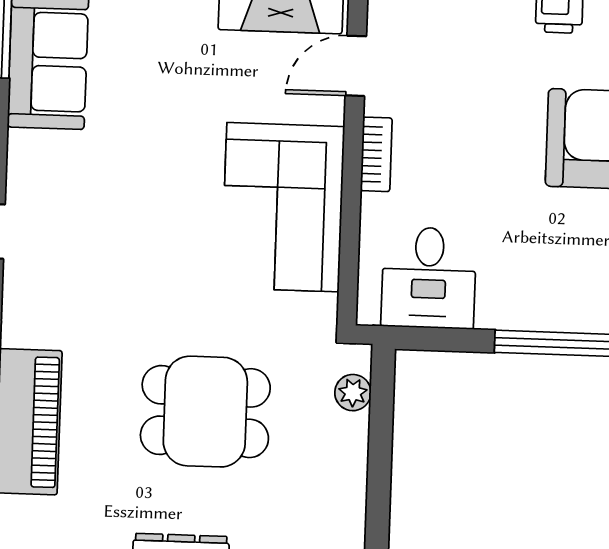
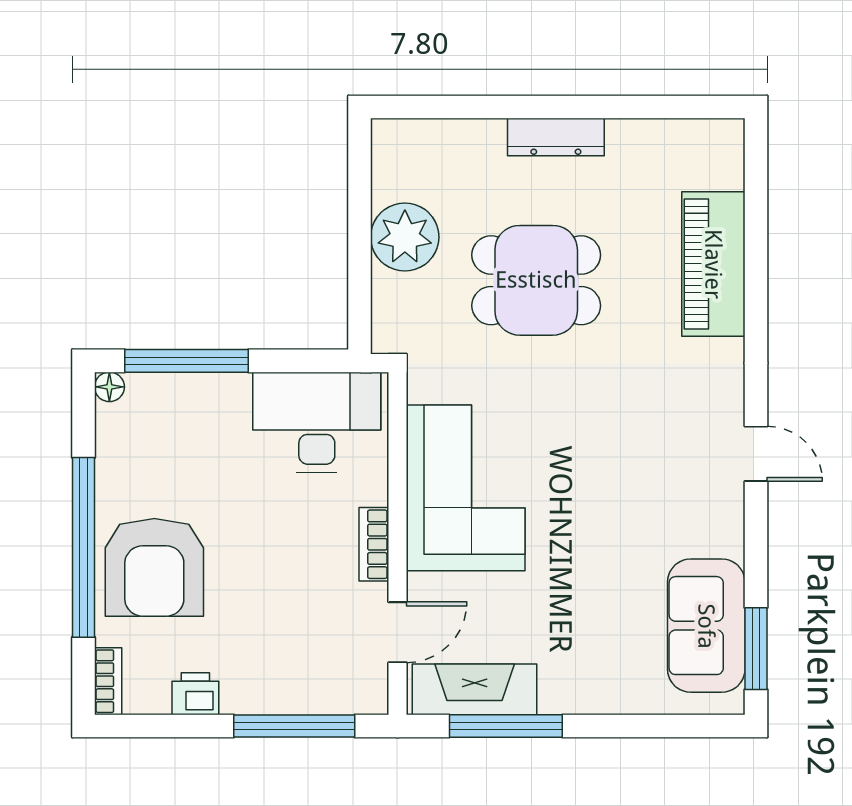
desk: (429, 278) -> (317, 422), width x1.37
plant: (353, 393) -> (405, 237), moved, width x1.88, depth x1.88

